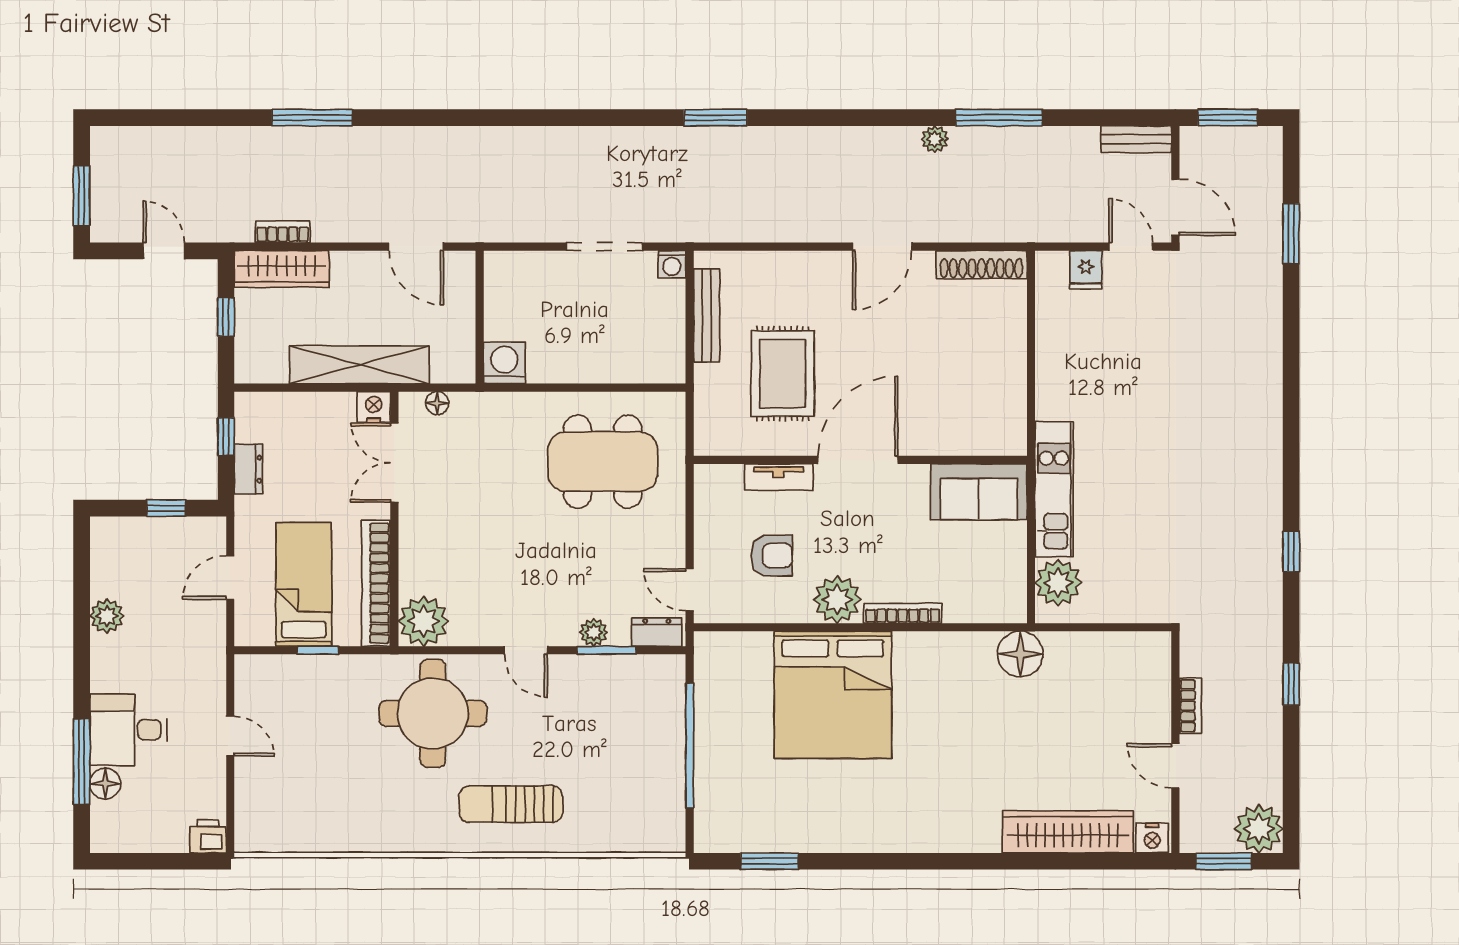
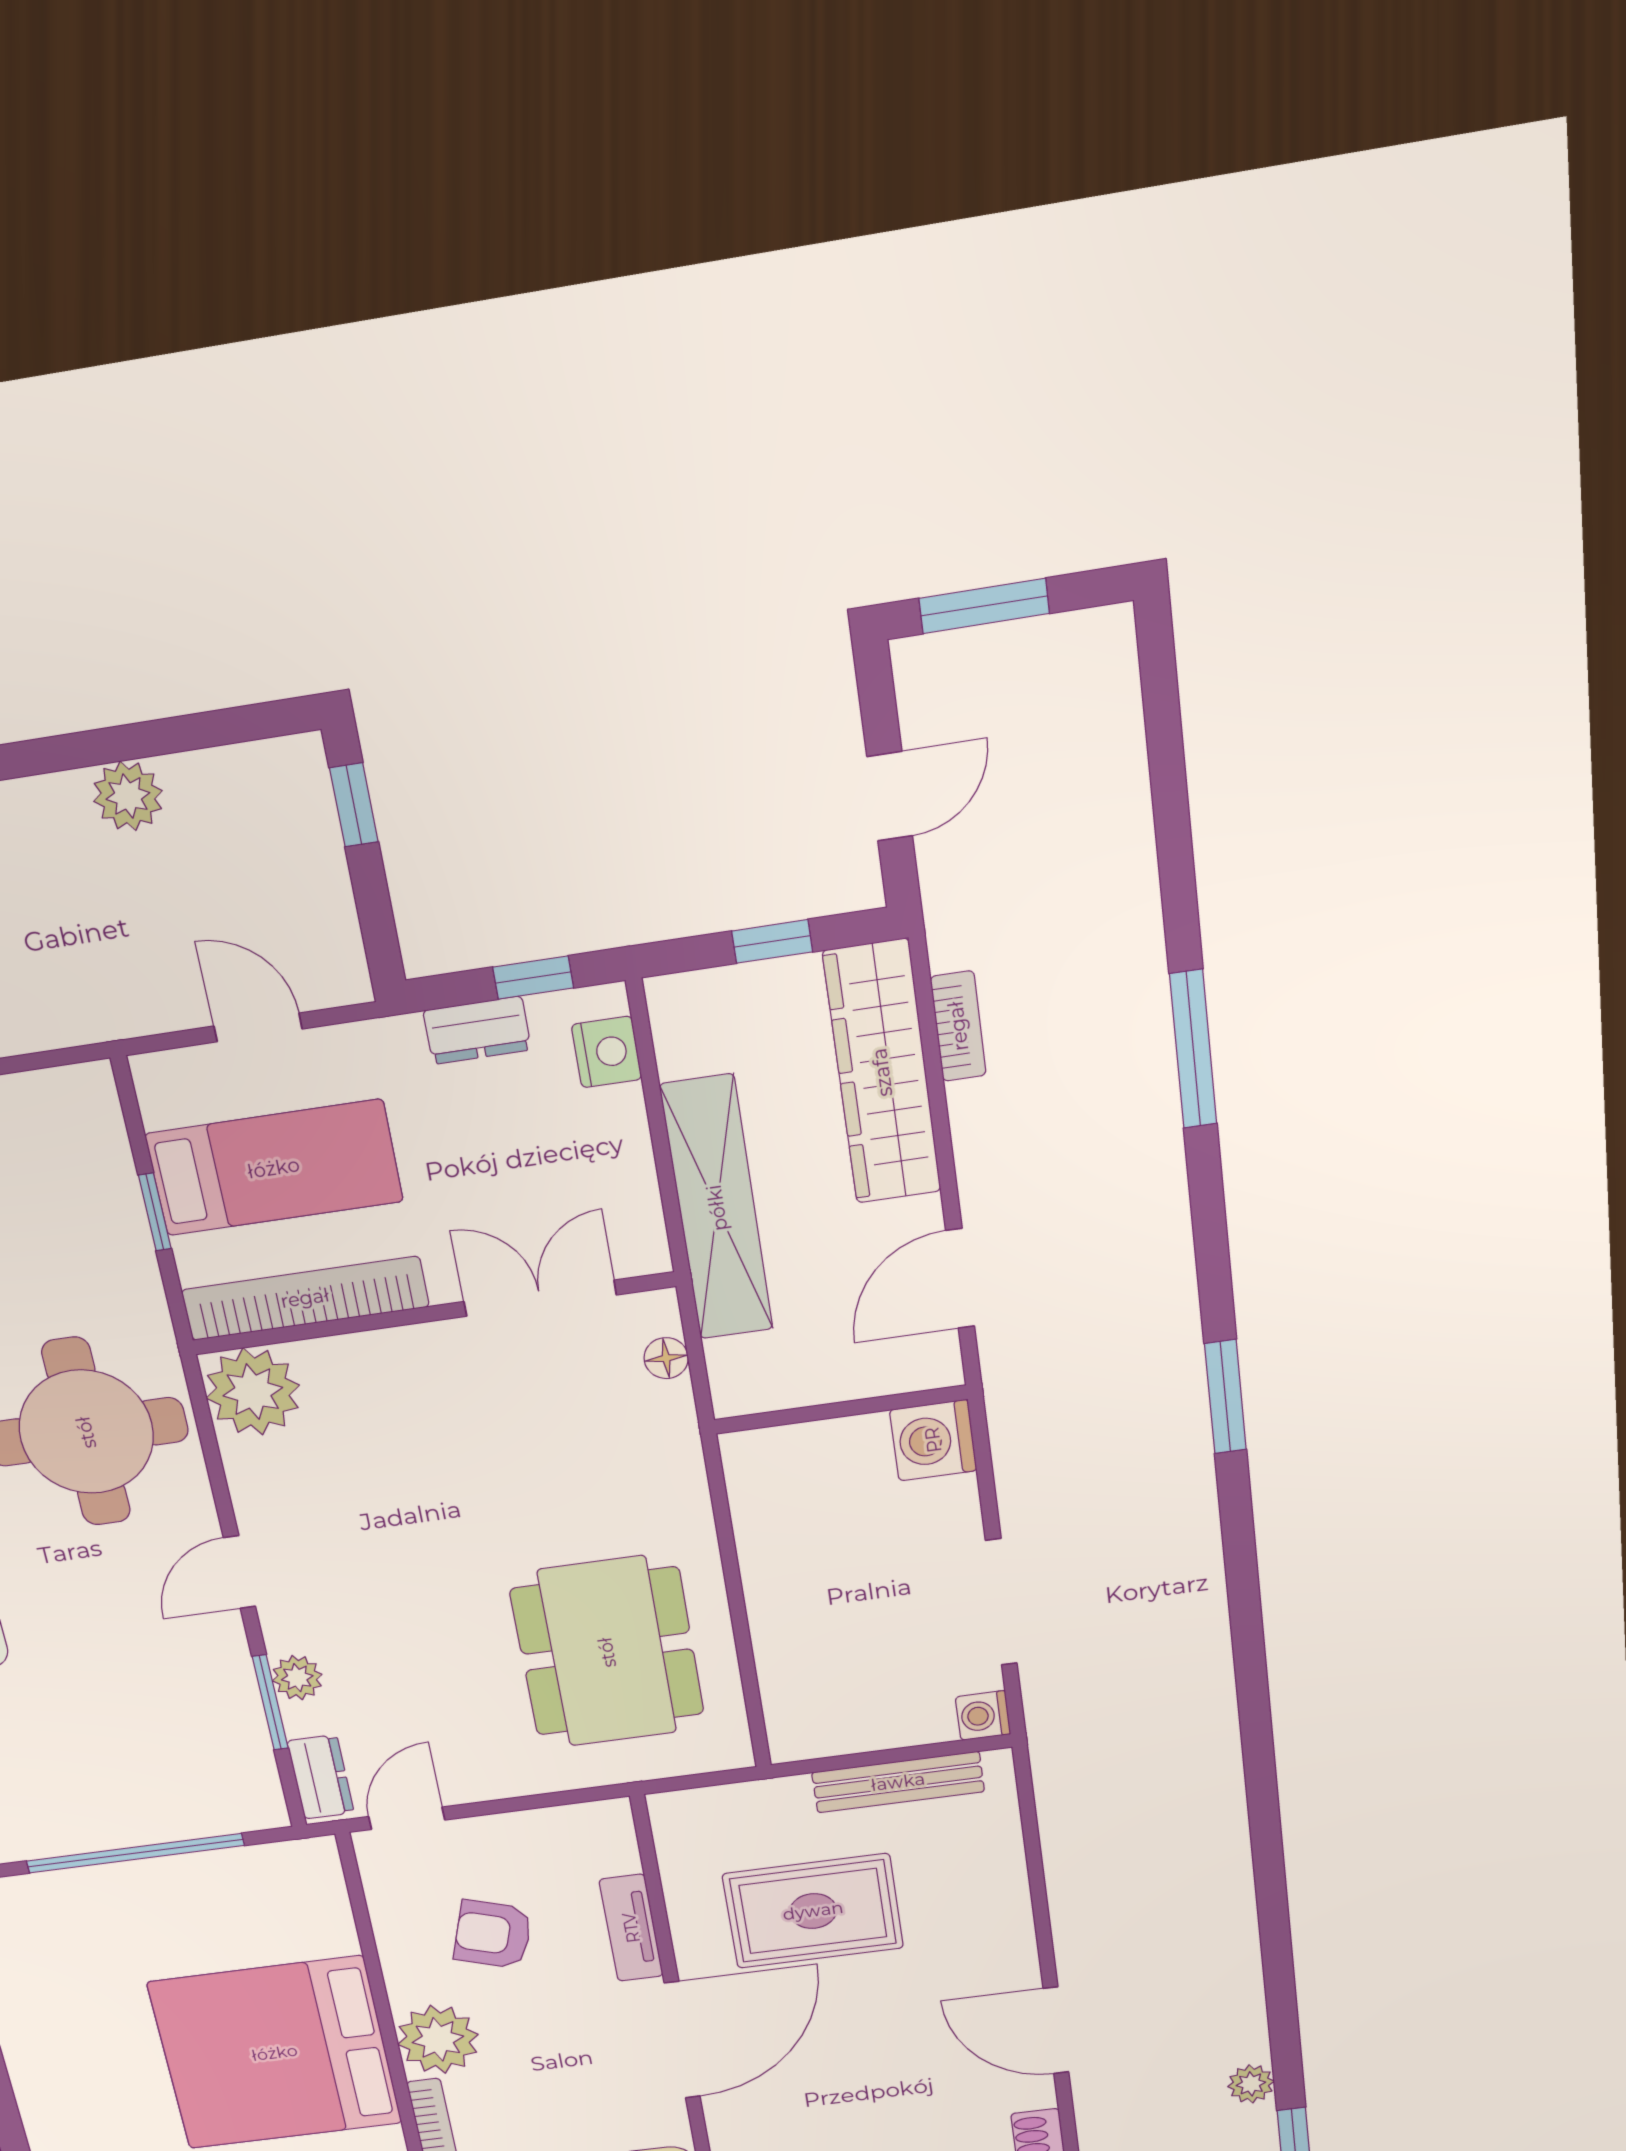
window: (716, 118) -> (1225, 1397), moved
wardrobe: (282, 269) -> (882, 1072), width x1.40, depth x1.17
washing machine: (504, 363) -> (933, 1440), moved, turned 180
nightstand: (374, 407) -> (607, 1052), moved
door: (858, 460) -> (682, 2040), hinge flipped
window: (166, 508) -> (354, 805), moved
armchair: (772, 555) -> (493, 1934), turned 108

